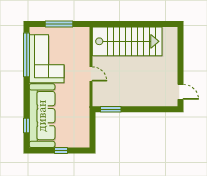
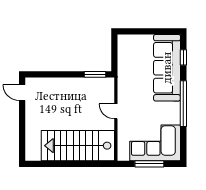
window: (27, 55) -> (183, 104), moved
corner sofa: (47, 59) -> (155, 143), moved, turned 90
window: (61, 150) -> (147, 31), removed

